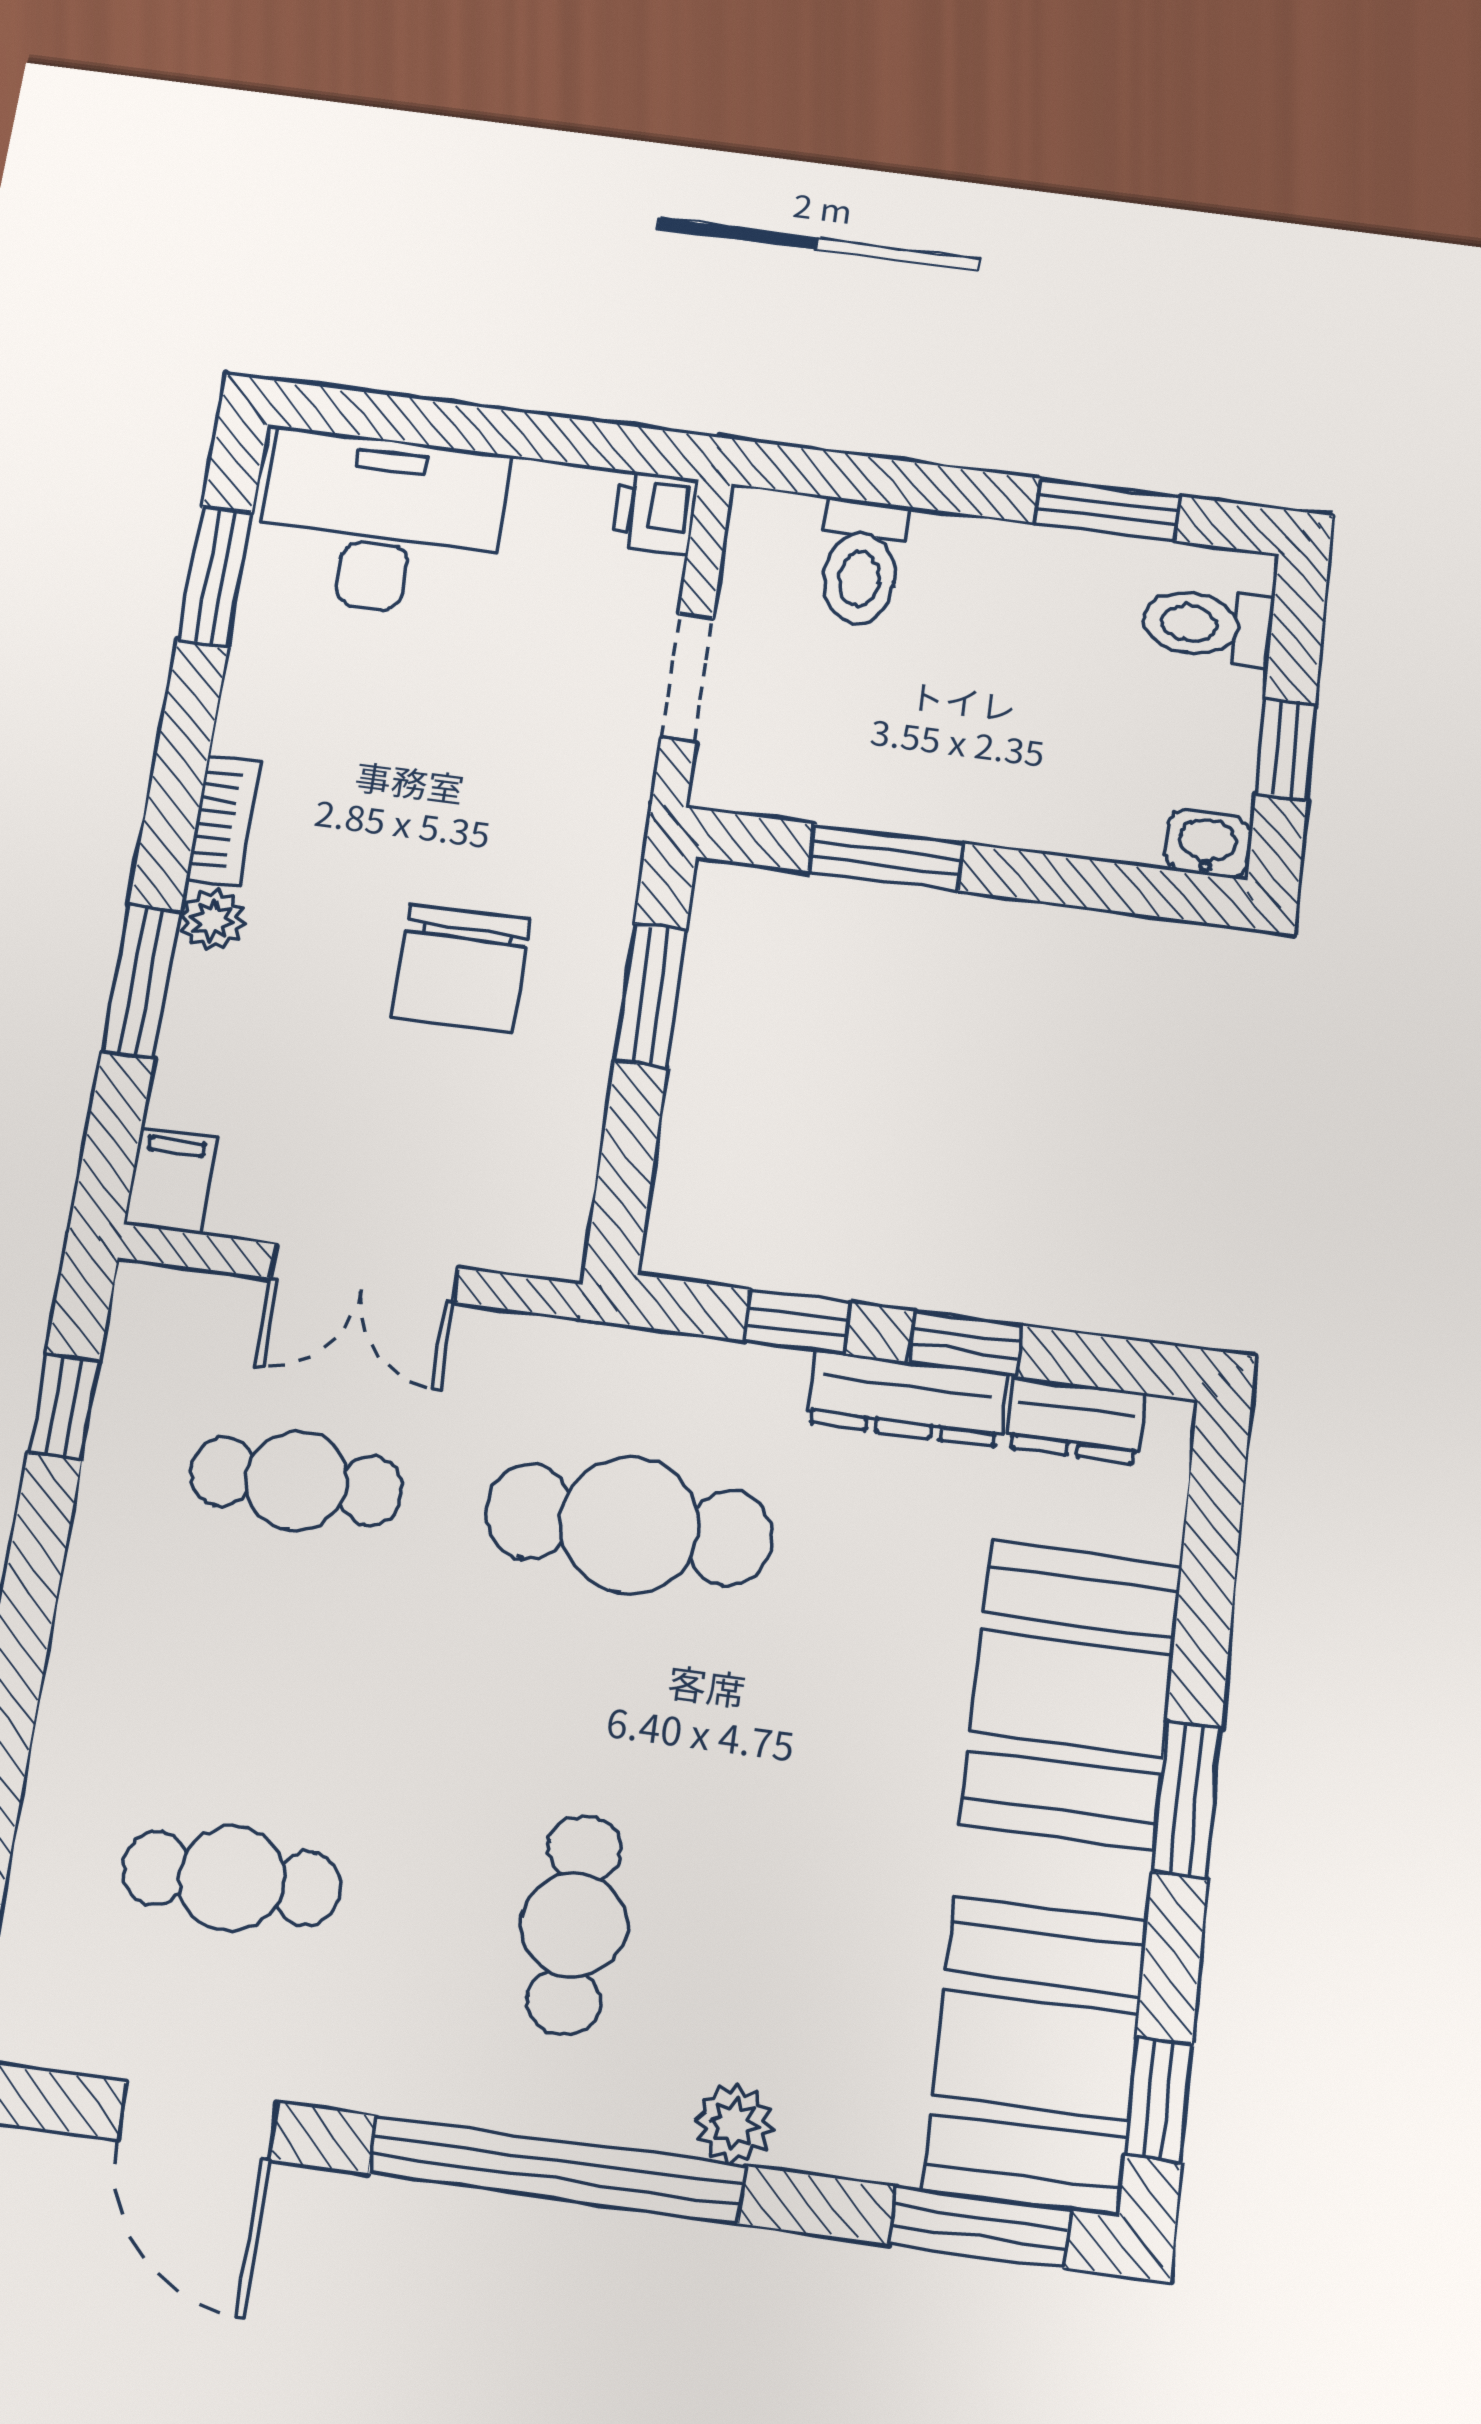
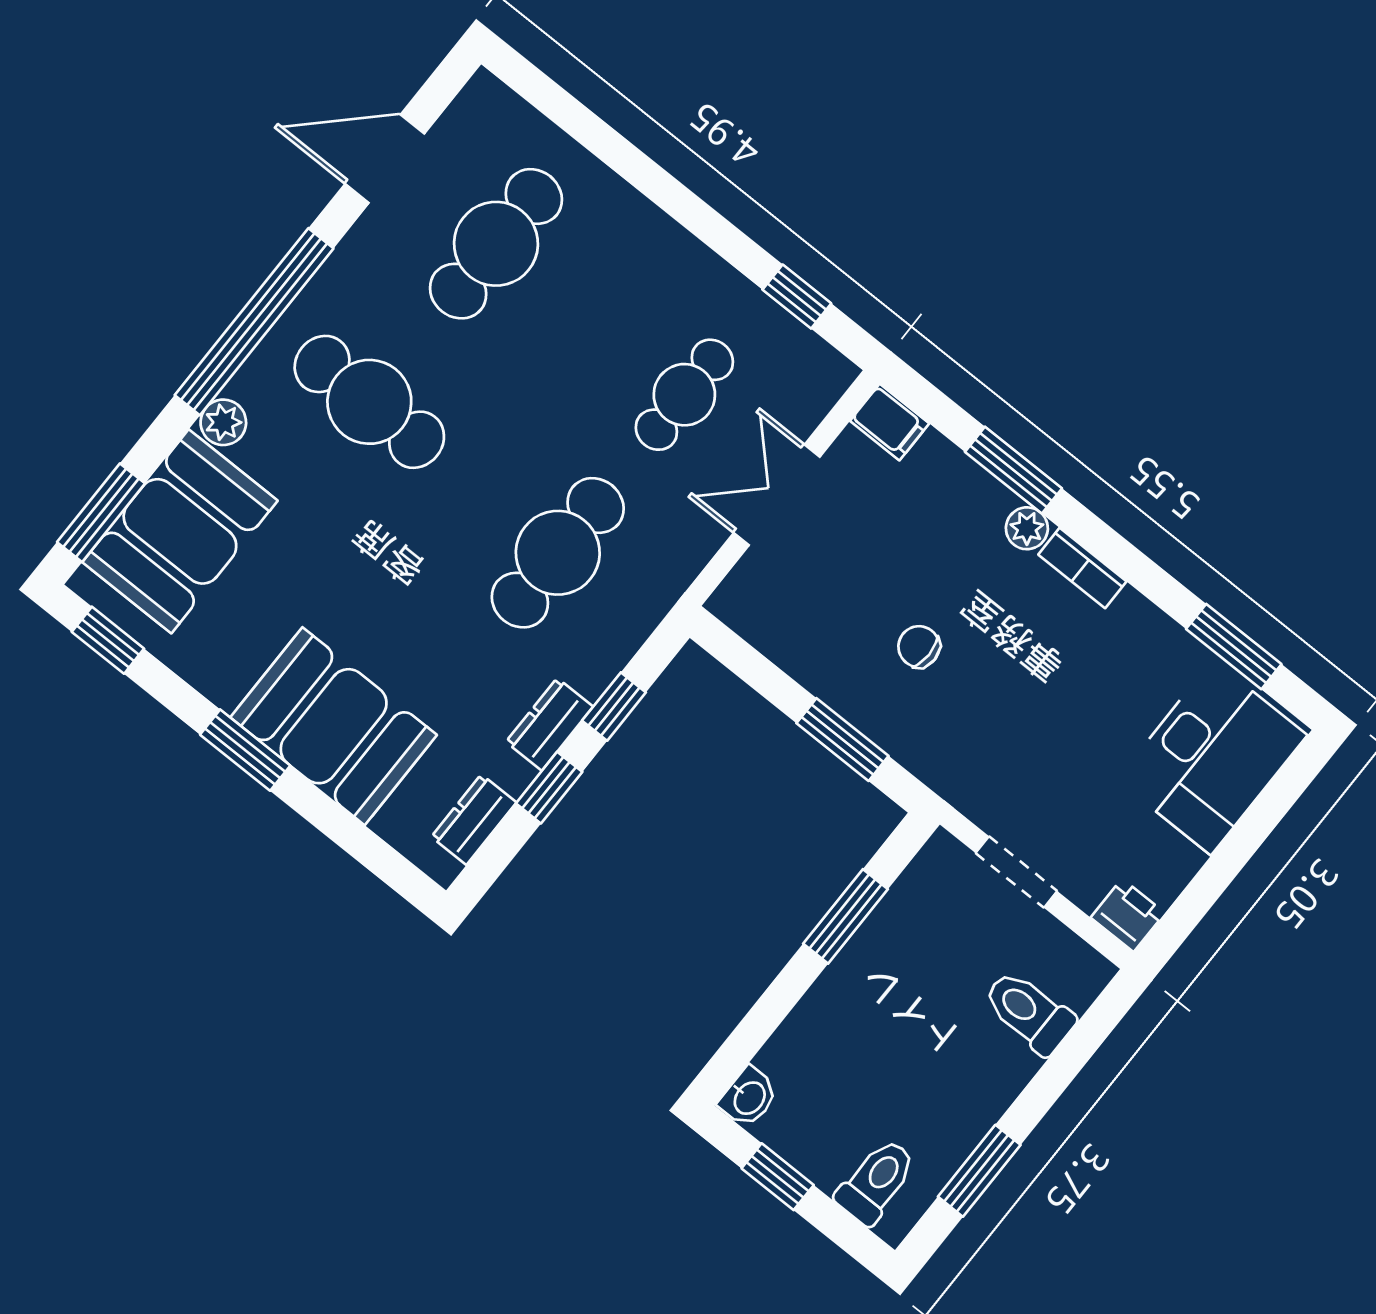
chair: (461, 968) -> (919, 647), width x0.54, depth x0.54
dresser: (907, 1399) -> (549, 724), width x0.70
cafe table: (232, 1878) -> (496, 244), width x1.37, depth x1.35
cafe table: (574, 1924) -> (369, 402), width x1.37, depth x1.35
booth: (1036, 2054) -> (180, 531), moved, turned 90

